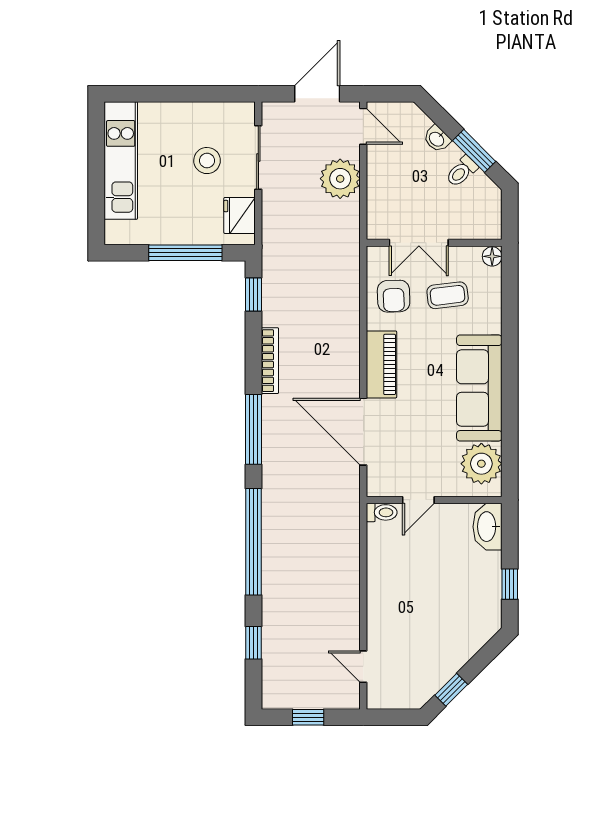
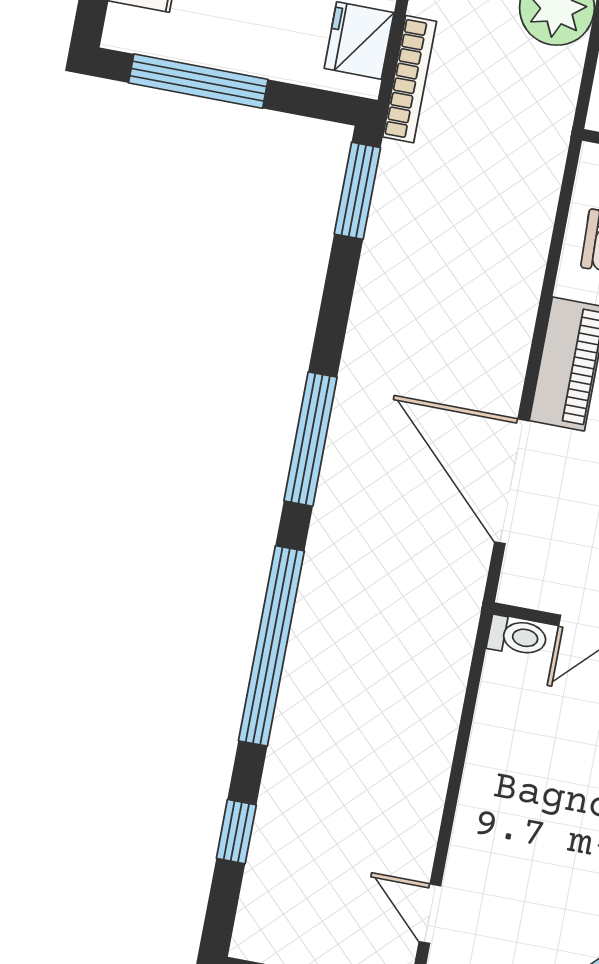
window: (185, 253) -> (198, 81), moved
window: (254, 294) -> (357, 191), width x1.50
bookcase: (270, 361) -> (410, 79), moved

